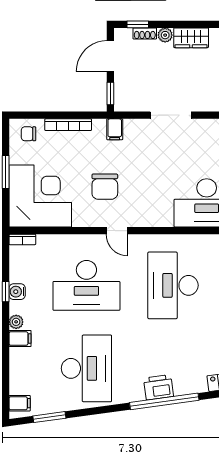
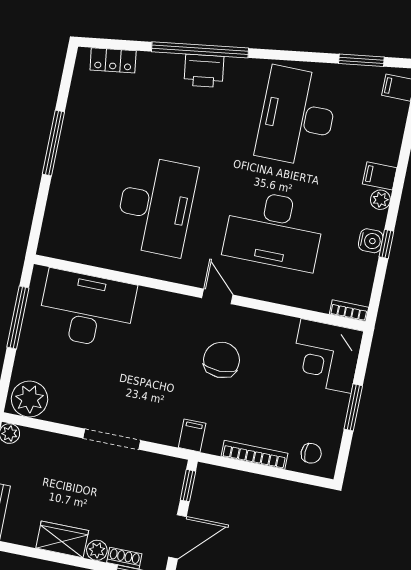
corner desk: (40, 196) -> (326, 356), width x0.74, depth x0.74
desk: (86, 285) -> (274, 230), turned 180

